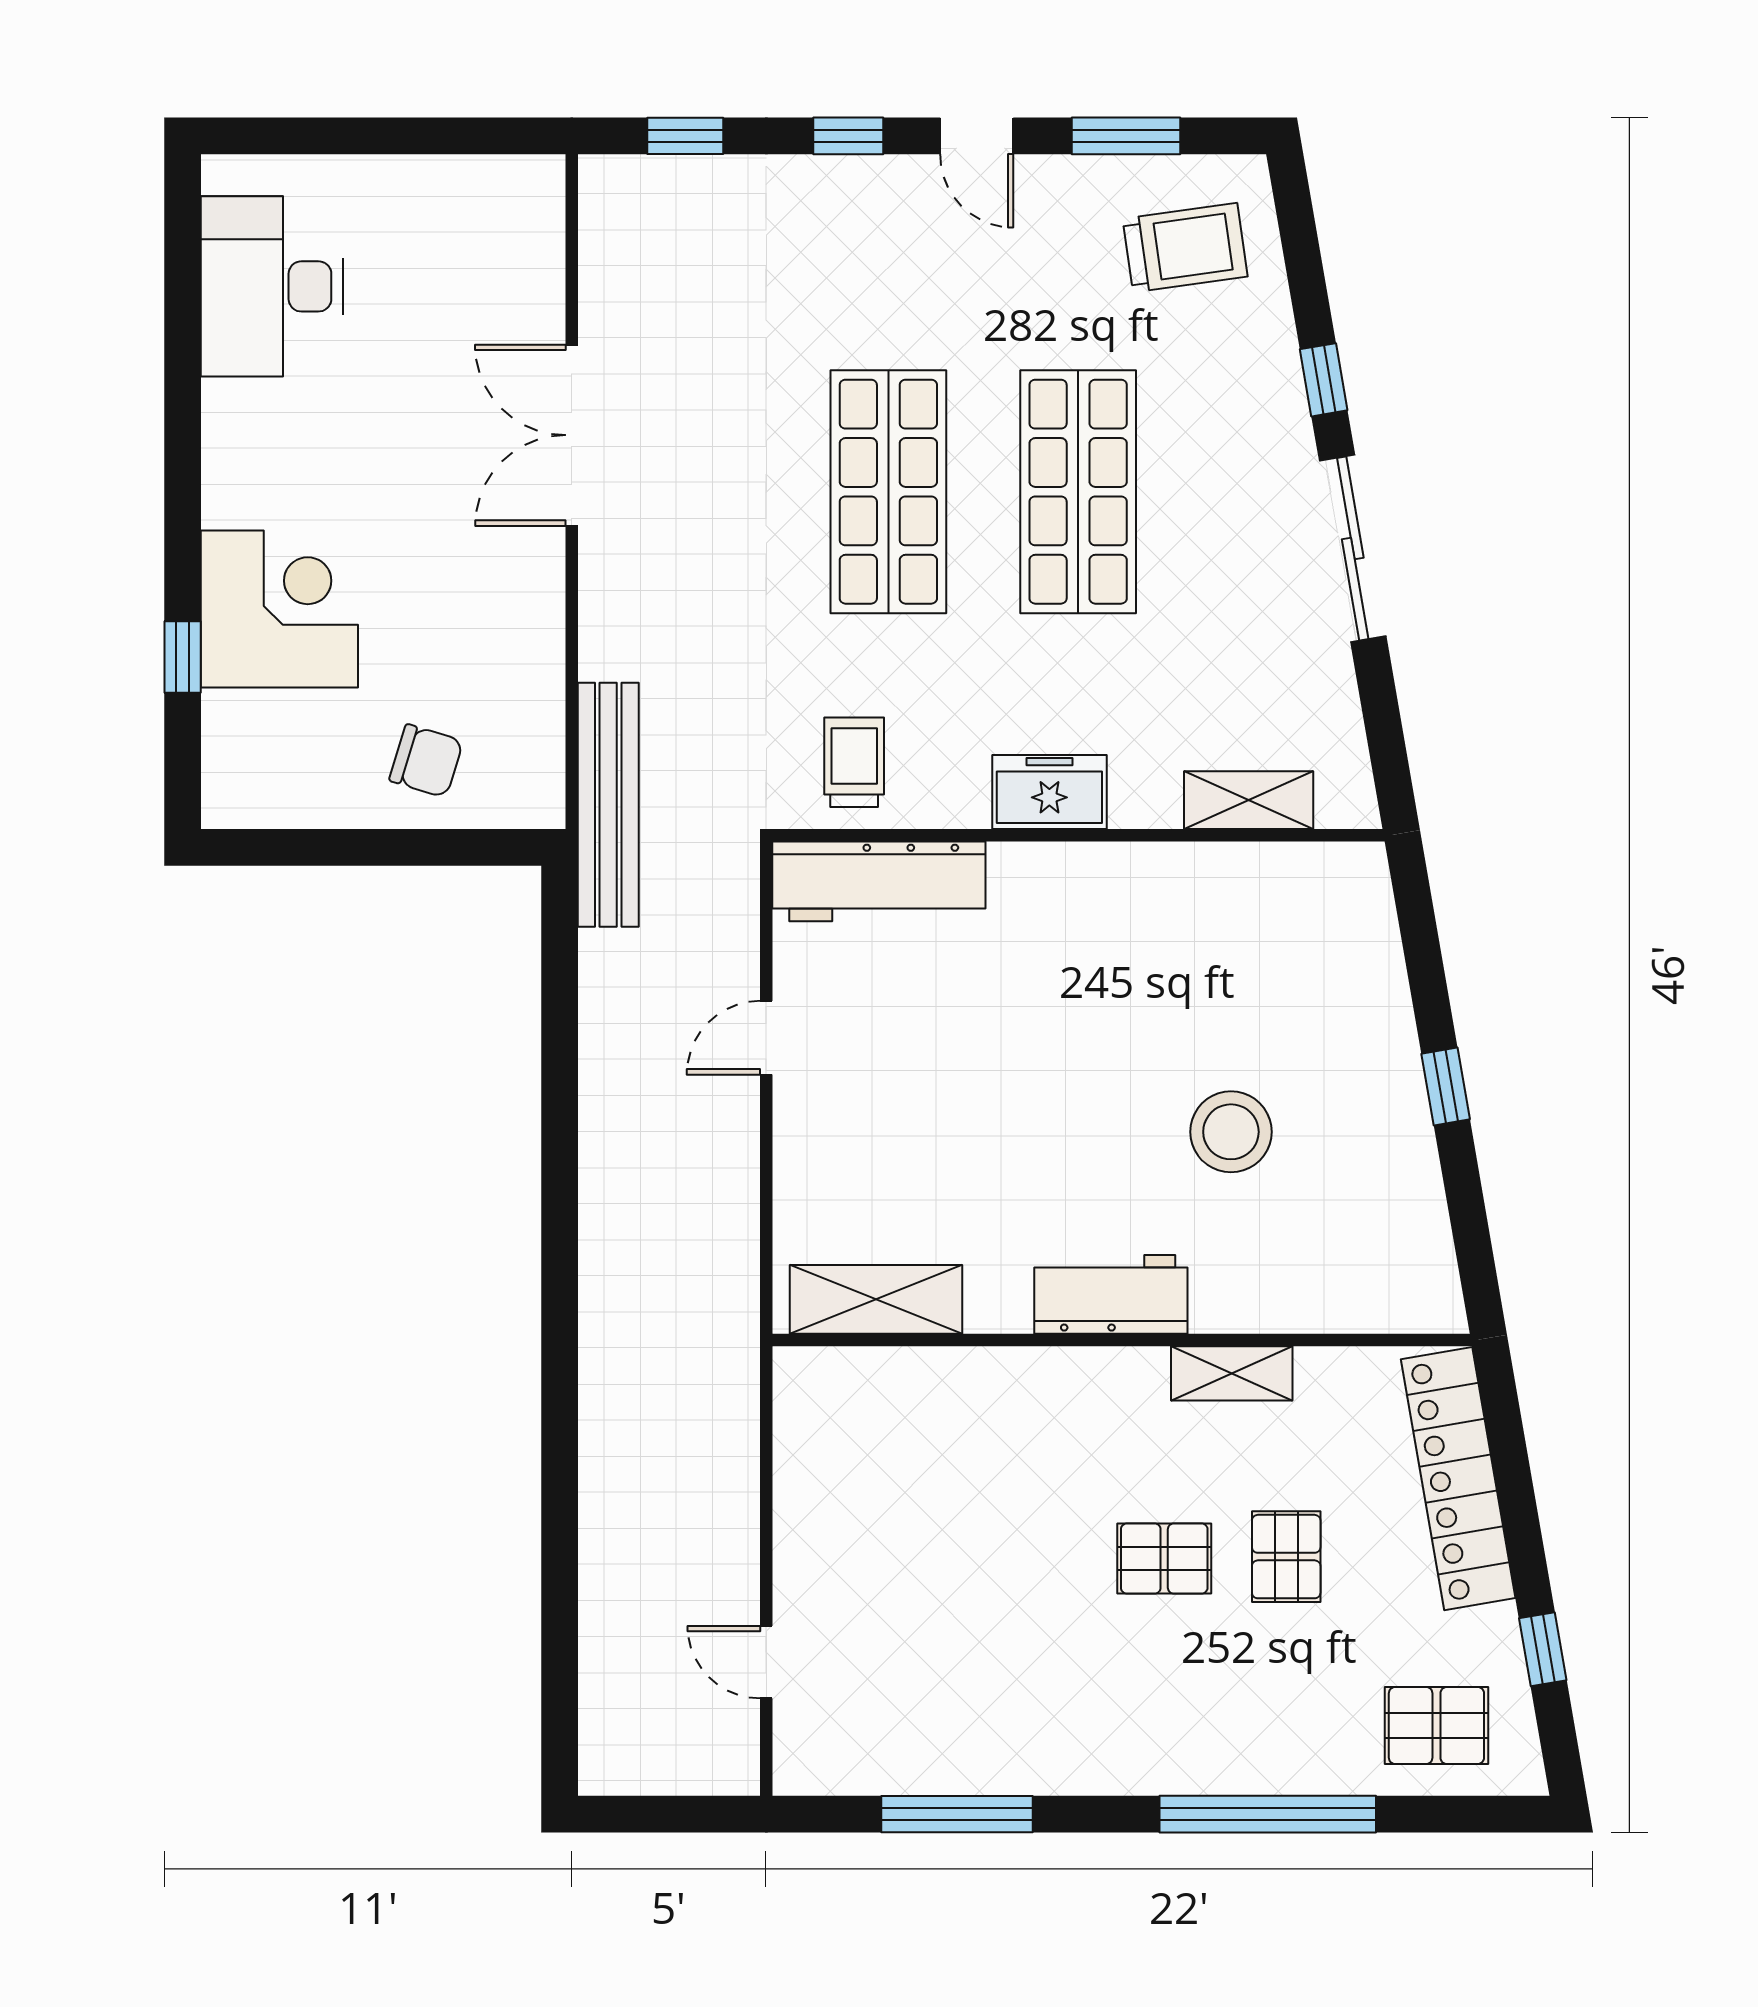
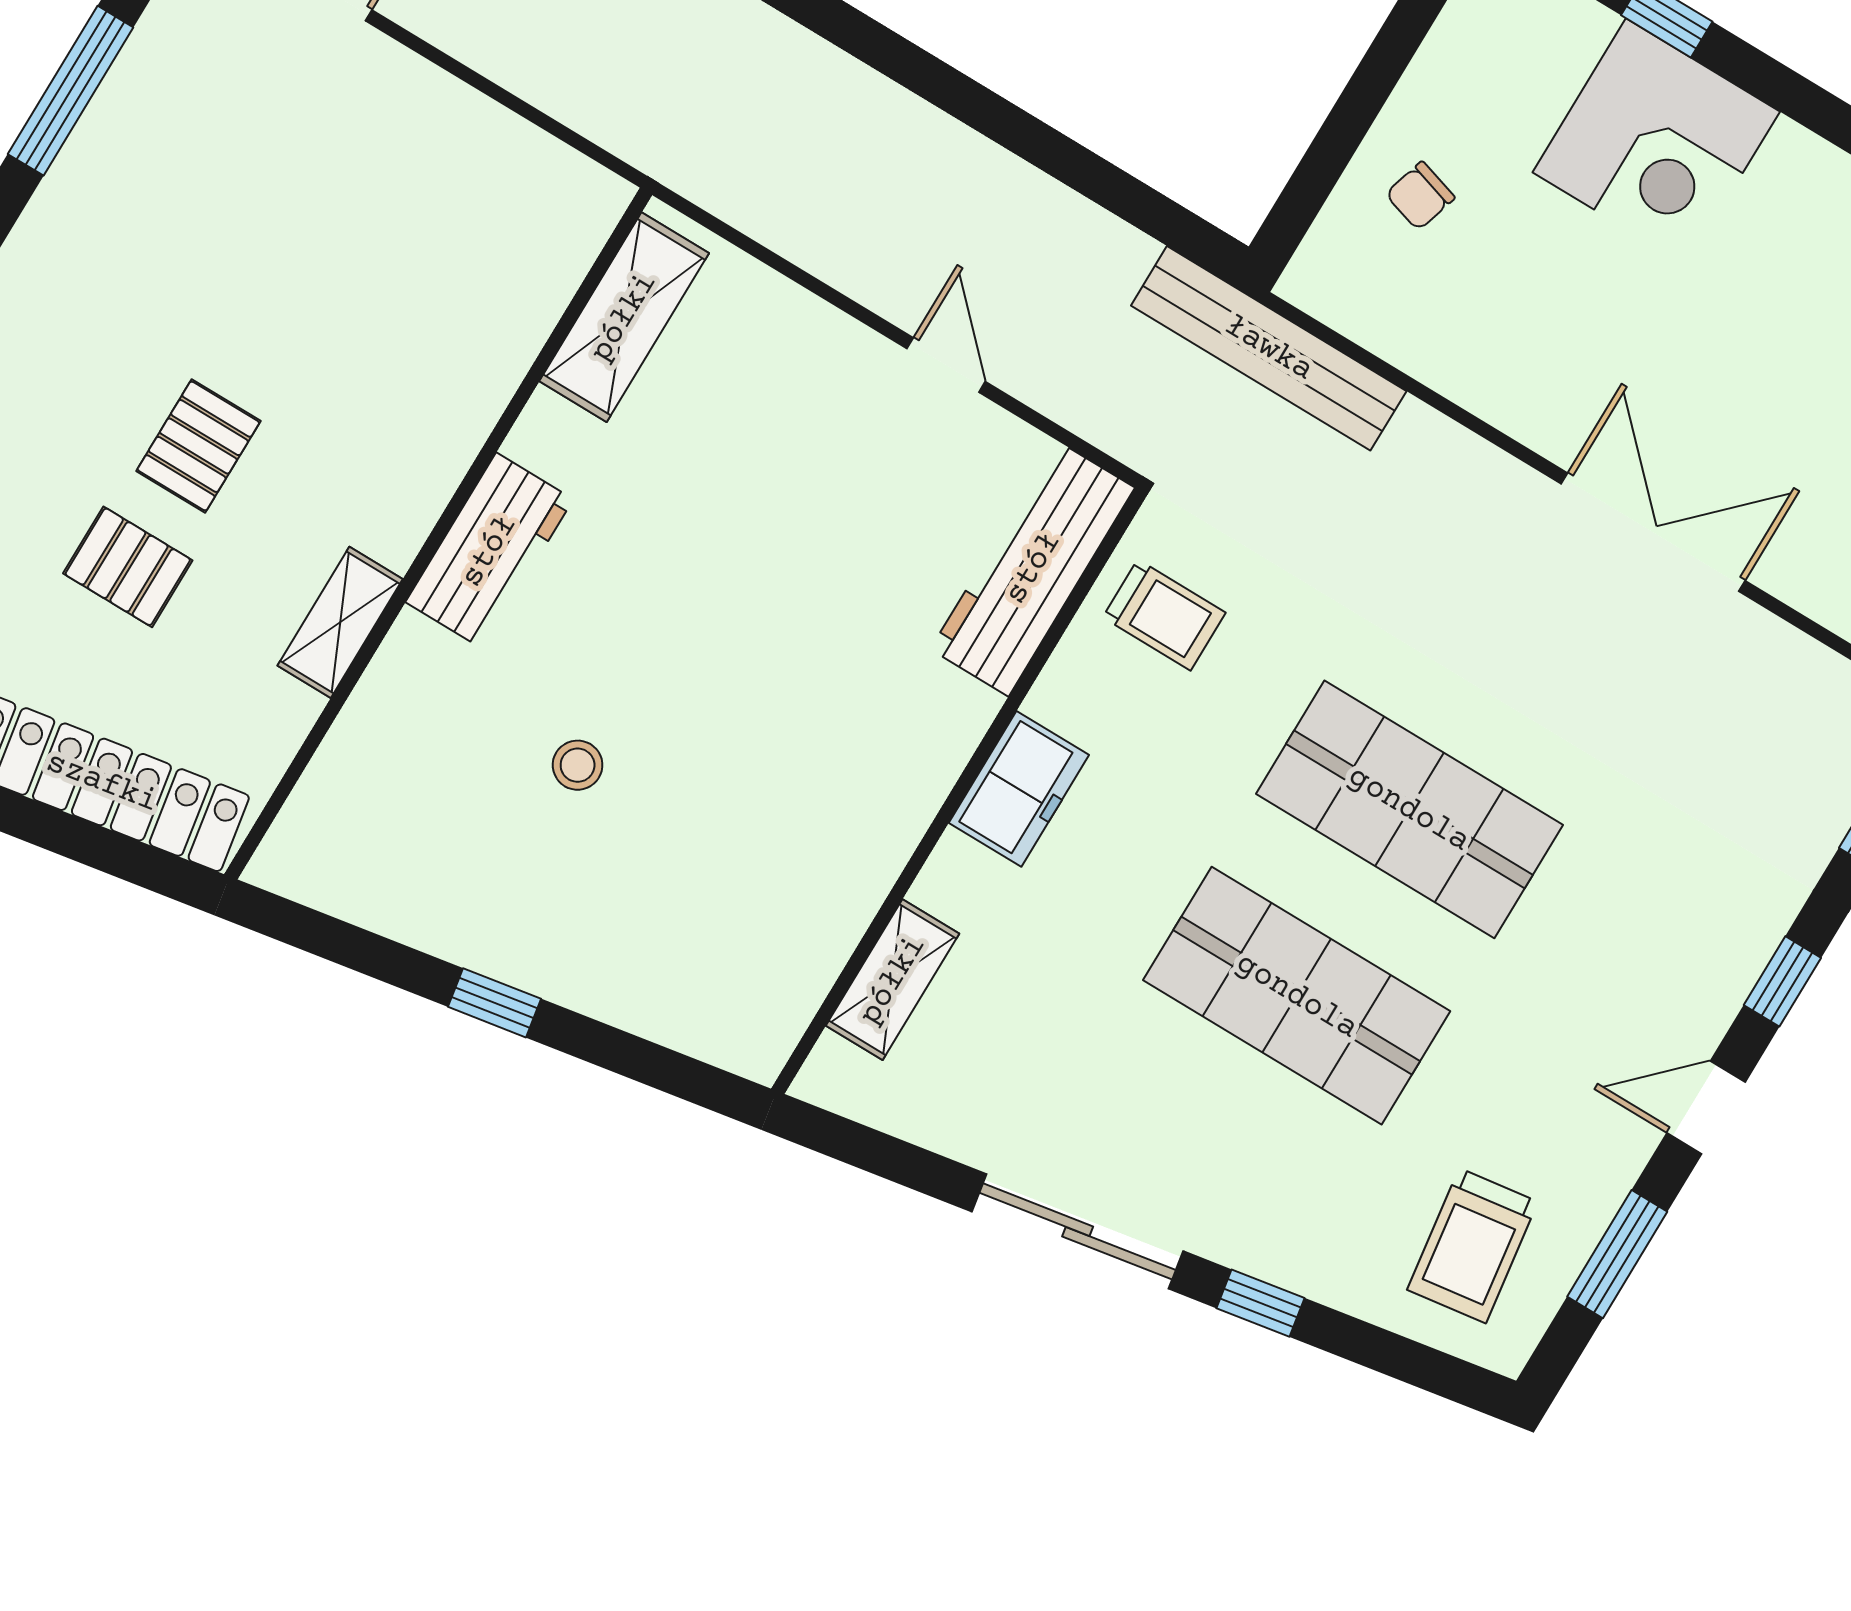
chair: (426, 761) -> (1420, 196), width x0.73, depth x0.73
stool: (1231, 1132) -> (578, 765), width x0.53, depth x0.53

